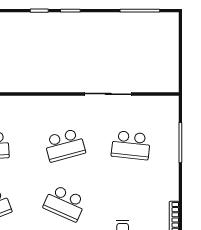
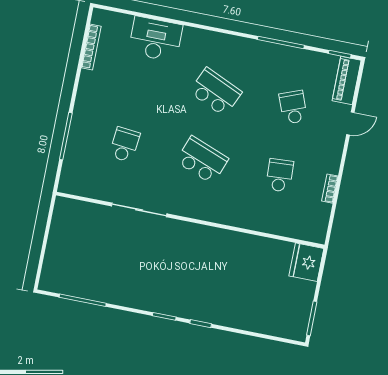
school desk: (65, 145) -> (202, 160), turned 36
school desk: (131, 145) -> (125, 145), width x0.54

